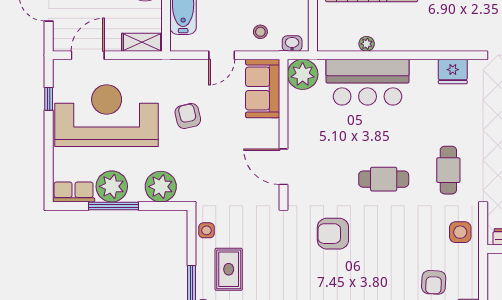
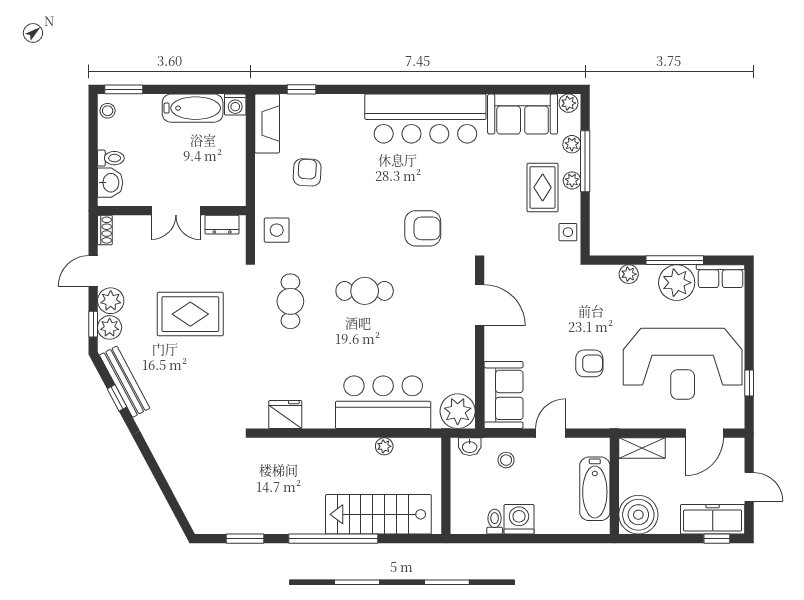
armchair: (188, 116) -> (589, 363), turned -77
plant: (161, 187) -> (629, 274), width x0.53, depth x0.53
plant: (203, 275) -> (572, 180), added

